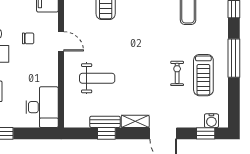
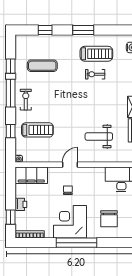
window: (234, 58) -> (83, 30), width x0.69
weight bench: (97, 78) -> (99, 136), turned -90

